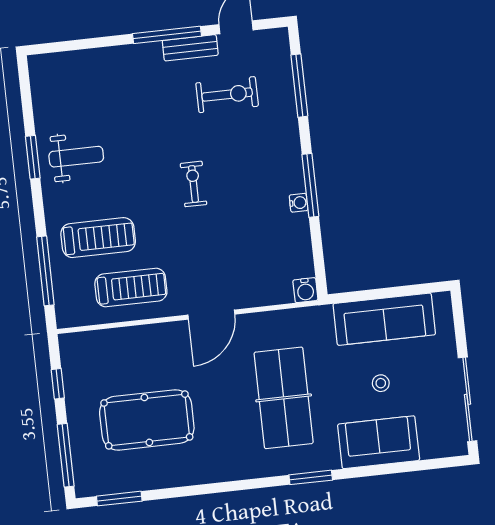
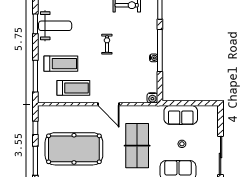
weight bench: (76, 157) -> (55, 26), width x1.36, depth x1.33
window: (310, 185) -> (160, 51), width x1.46
door: (211, 315) -> (109, 104), hinge flipped
sofa: (384, 319) -> (181, 115), width x0.73
pool table: (147, 420) -> (74, 149), width x1.36, depth x1.32

